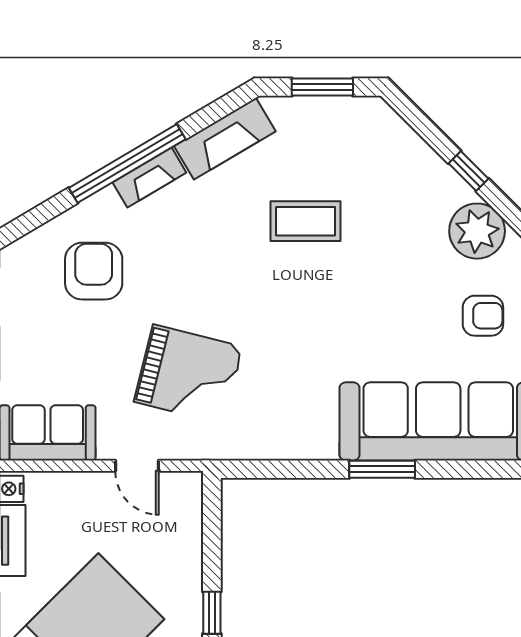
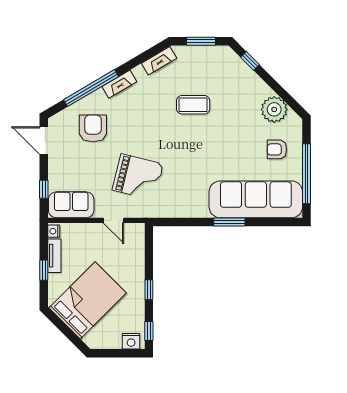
fireplace: (225, 139) -> (159, 61), width x0.73, depth x0.76
window: (127, 164) -> (91, 88), moved
window: (469, 171) -> (250, 61), moved
armchair: (483, 316) -> (277, 149), turned 180

